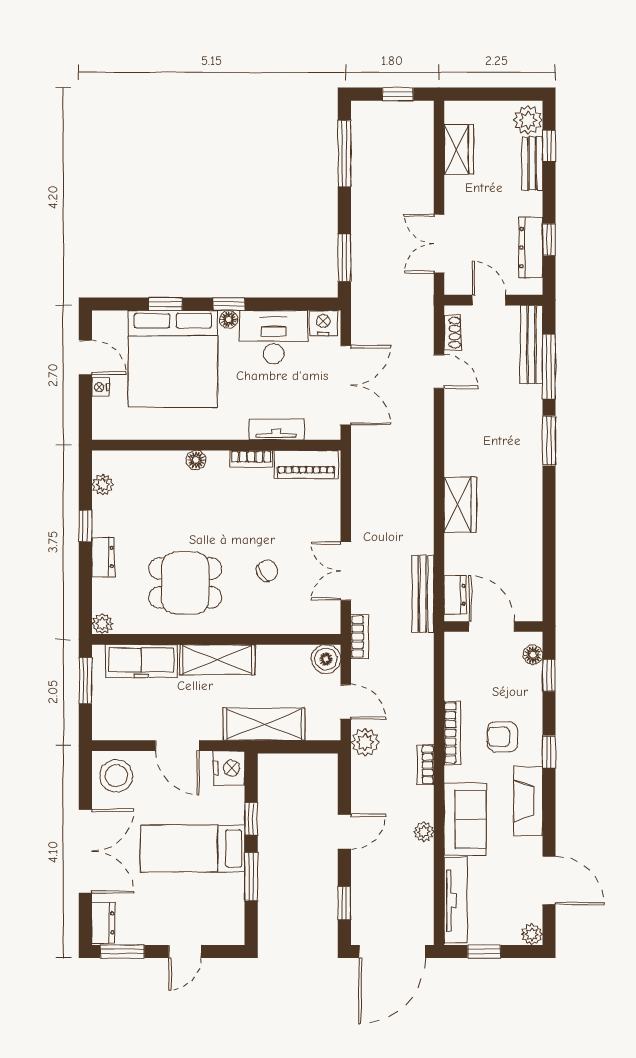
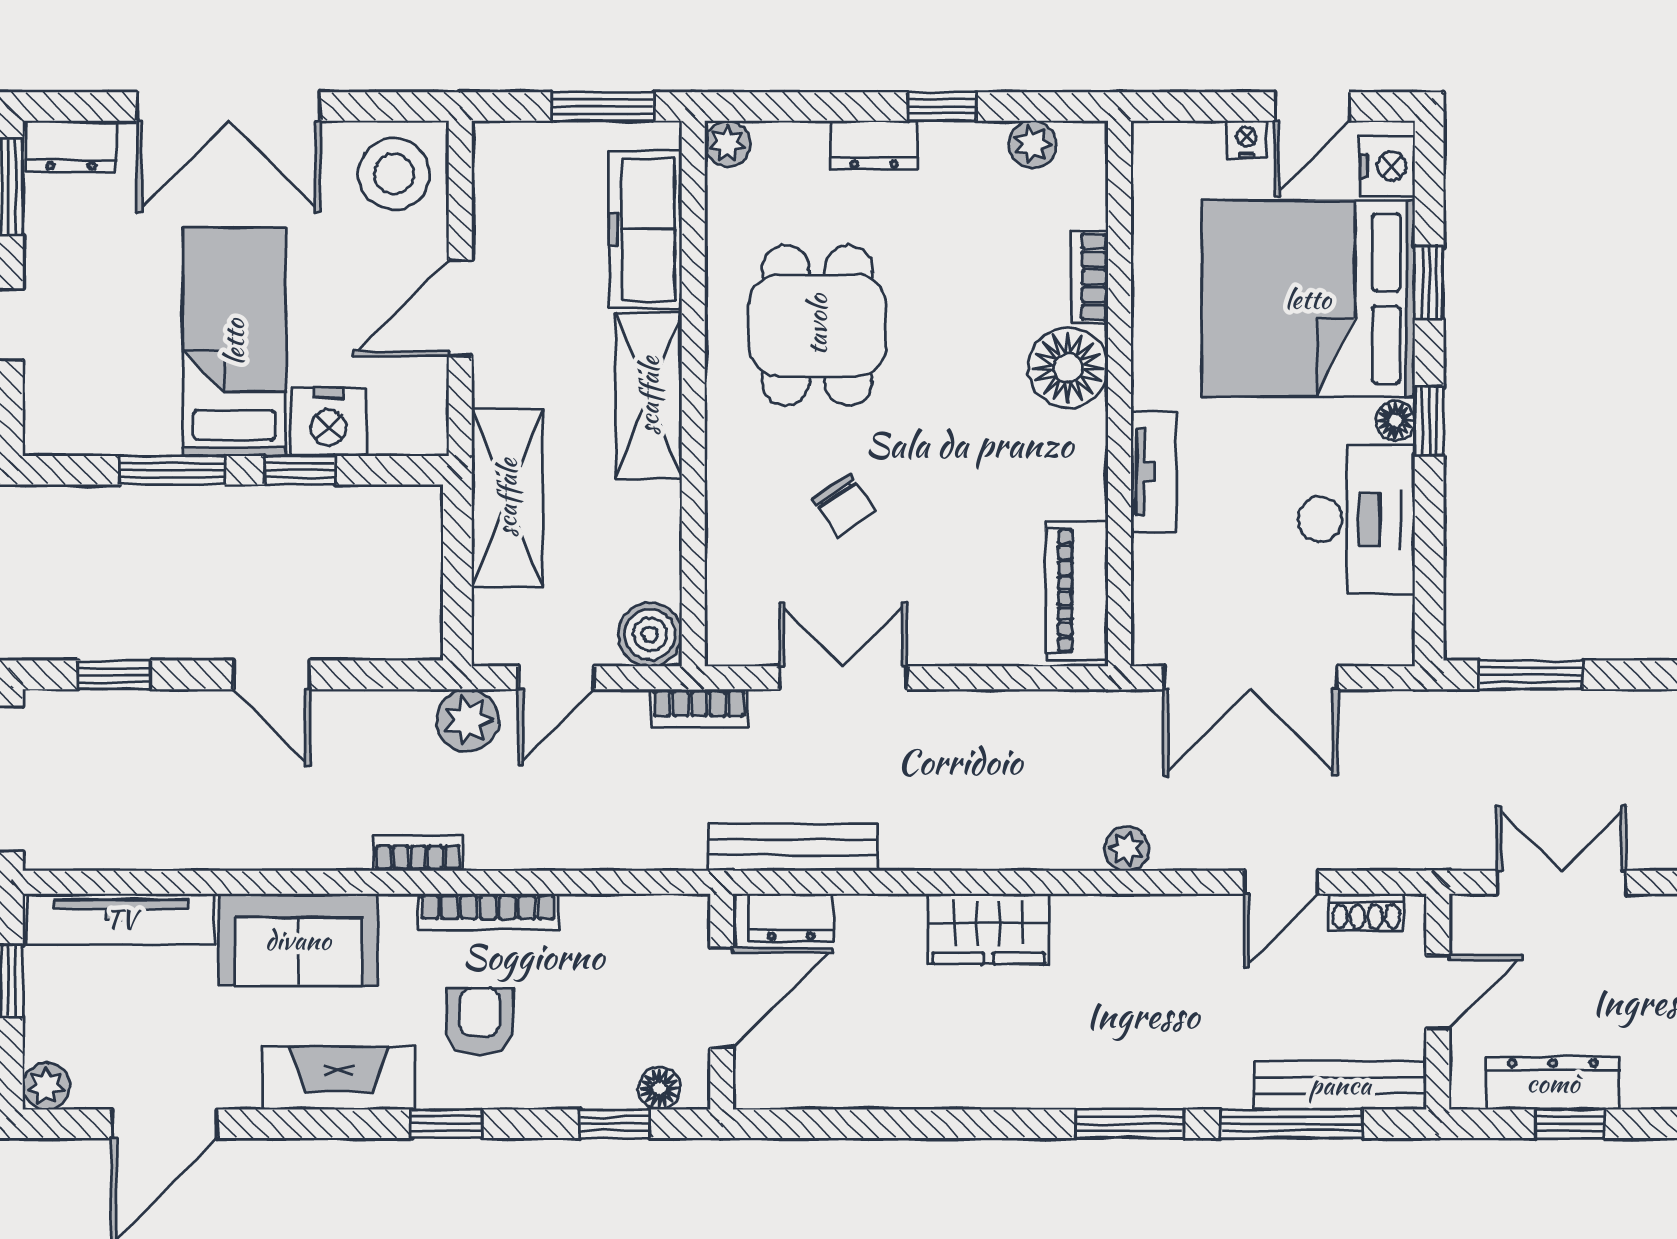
nightstand: (323, 323) -> (1387, 166), moved
tv unit: (276, 429) -> (1154, 472), moved
bookcase: (251, 459) -> (1090, 277), moved
floor lamp: (196, 460) -> (1068, 368), width x1.89, depth x1.89
nightstand: (229, 768) -> (328, 422), moved
plant: (424, 832) -> (1127, 849), moved

